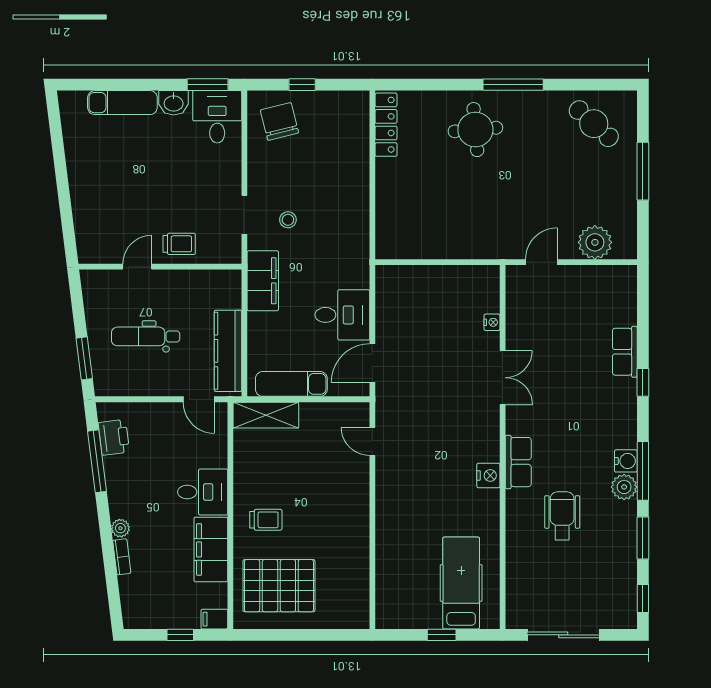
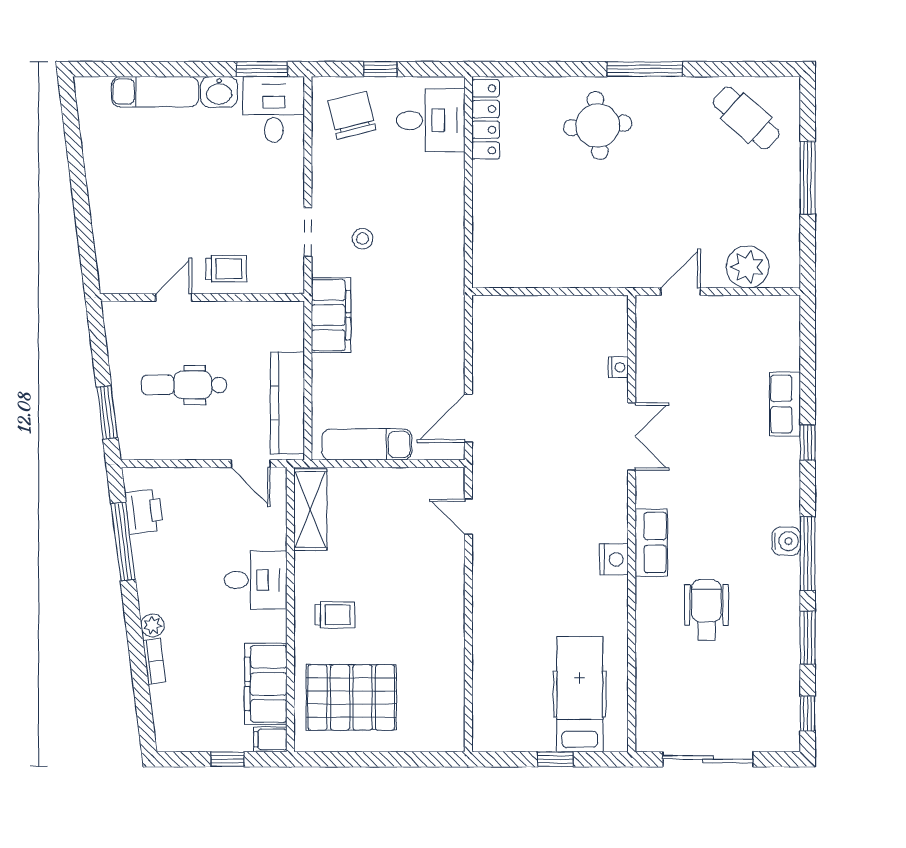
desk: (342, 315) -> (431, 120), moved
shelving: (266, 415) -> (310, 510), moved, turned 90
plant: (624, 487) -> (784, 574), removed
filing cabinet: (211, 549) -> (266, 684), moved

